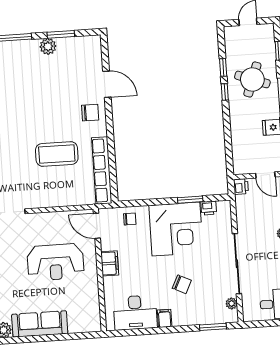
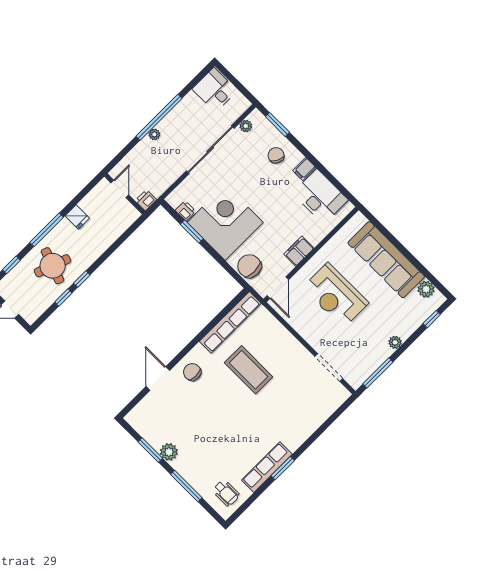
chair: (130, 219) -> (249, 266), width x1.87, depth x1.87
reception desk: (55, 262) -> (336, 295), turned 180
chair: (182, 284) -> (276, 155), moved
sofa: (40, 324) -> (386, 260), width x1.36, depth x1.27

